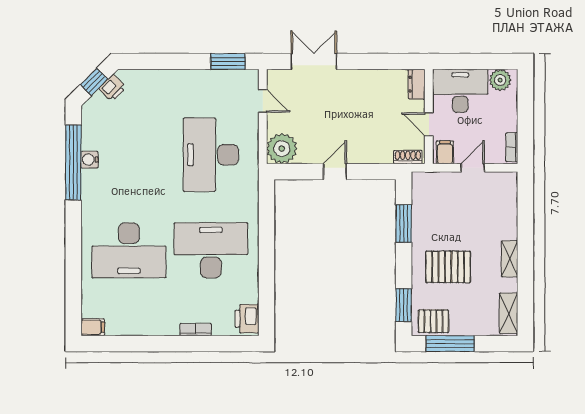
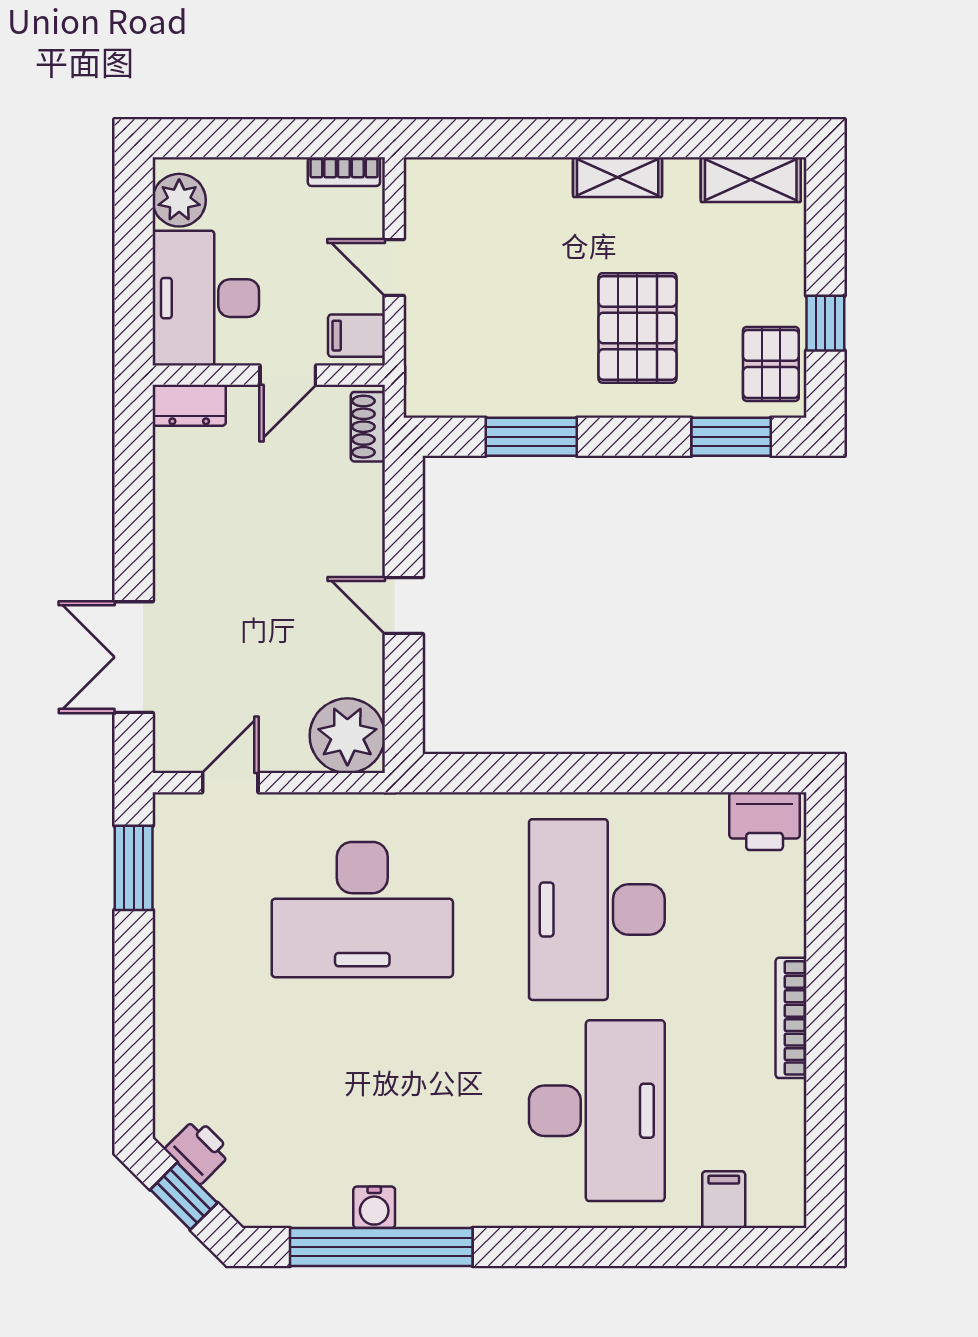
filing cabinet: (93, 327) -> (724, 1200), moved
bookcase: (196, 330) -> (791, 1018), moved, width x1.56
window: (450, 344) -> (825, 323), width x0.46

